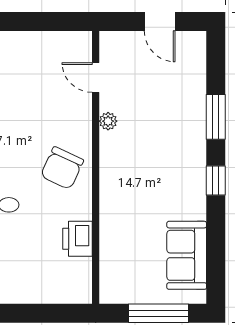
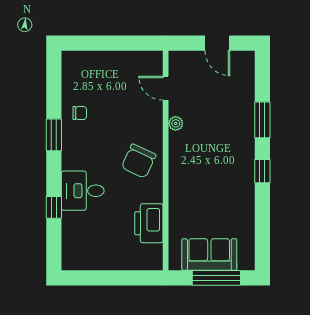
printer: (77, 239) -> (149, 223), width x1.37, depth x1.19
sofa: (187, 255) -> (209, 254), moved, turned 90

